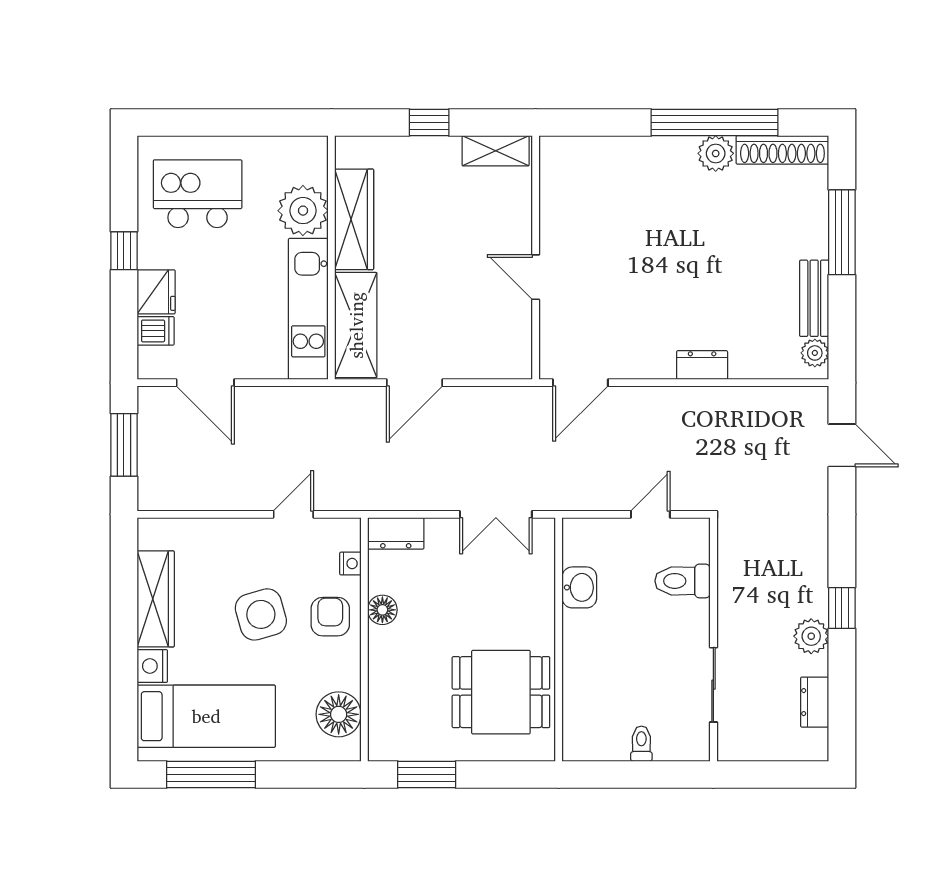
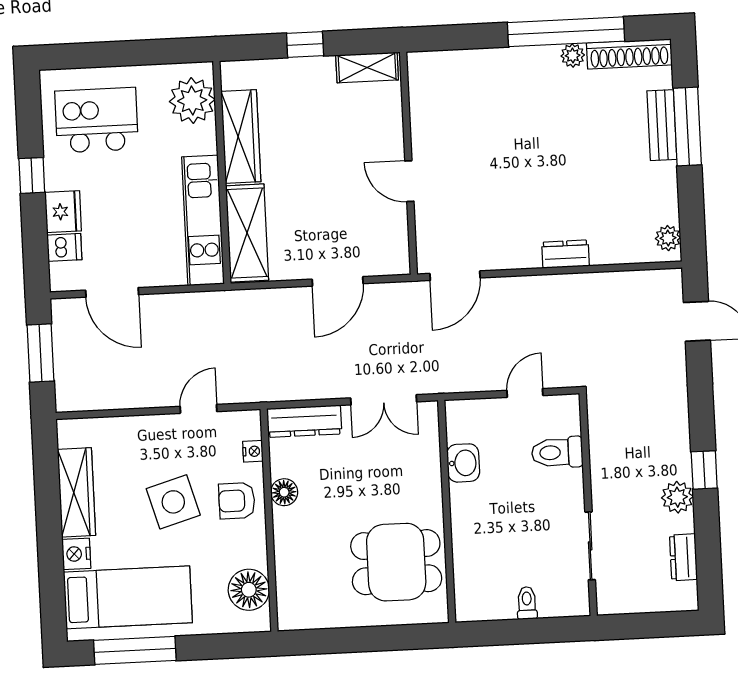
plant: (716, 153) -> (573, 55), width x0.73, depth x0.73
plant: (303, 211) -> (192, 101), moved
bench: (814, 298) -> (662, 125), moved
door: (414, 383) -> (338, 281), moved
dresser: (396, 533) -> (304, 421), width x1.44
armchair: (330, 617) -> (237, 501), turned -90
window: (427, 775) -> (332, 641), removed

